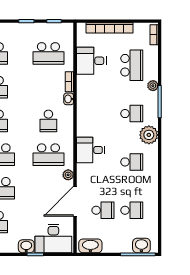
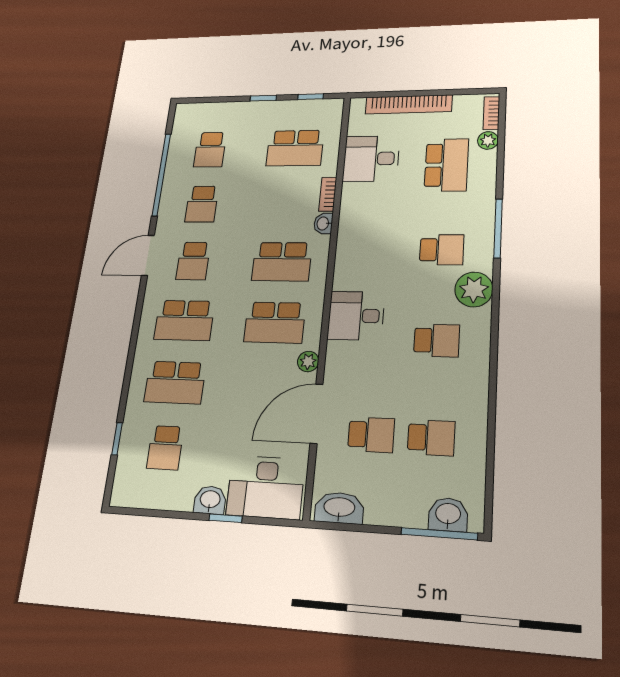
plant: (153, 86) -> (488, 140), moved
school desk: (48, 121) -> (282, 262), width x1.85

